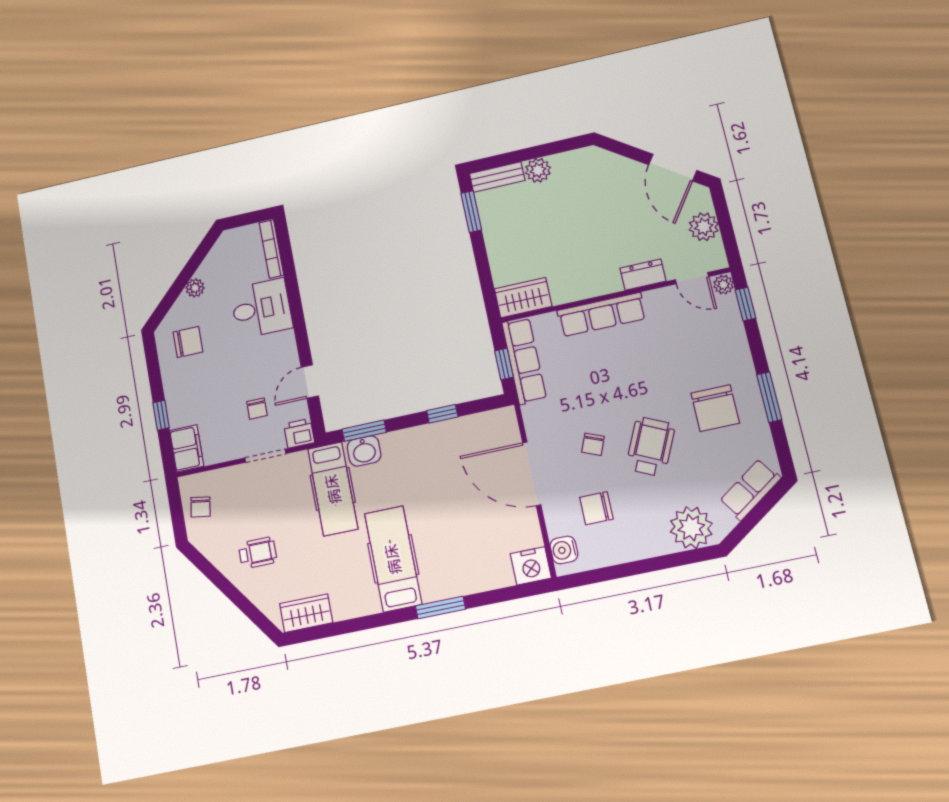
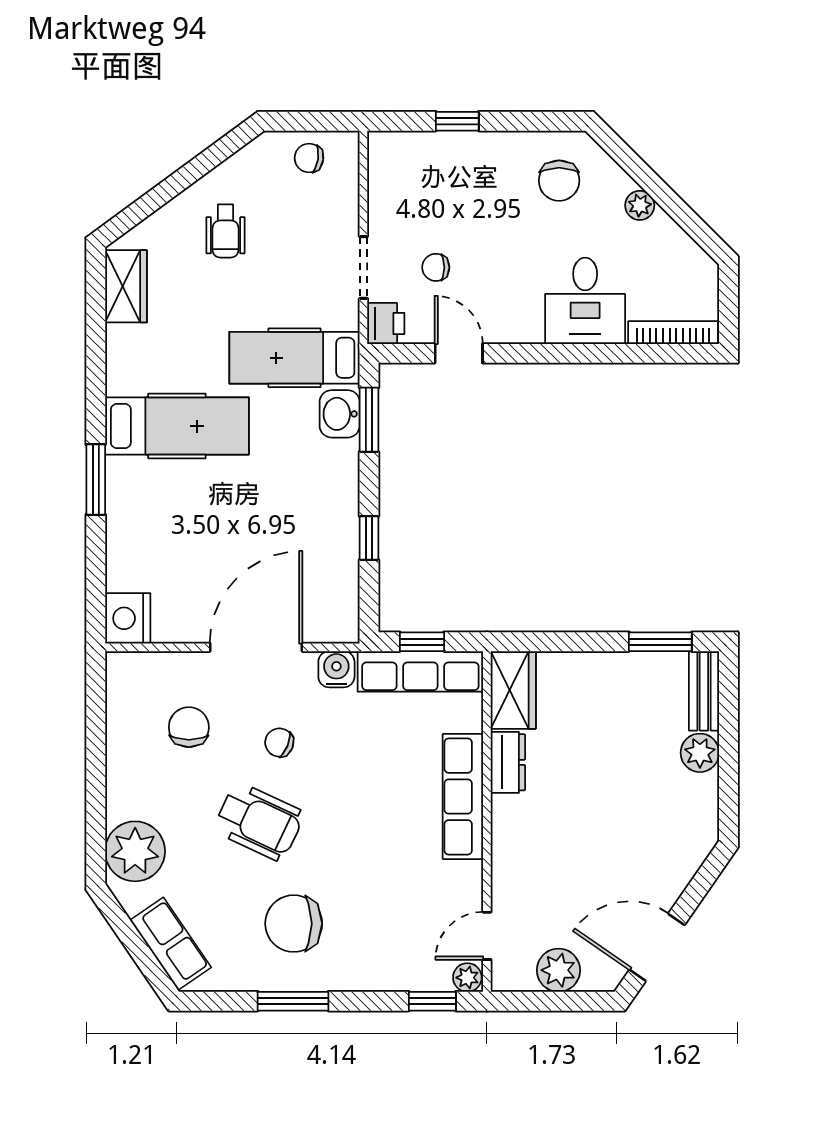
dresser: (643, 275) -> (508, 762), moved
filing cabinet: (187, 448) -> (400, 152), removed
water cooler: (564, 550) -> (336, 669), moved

